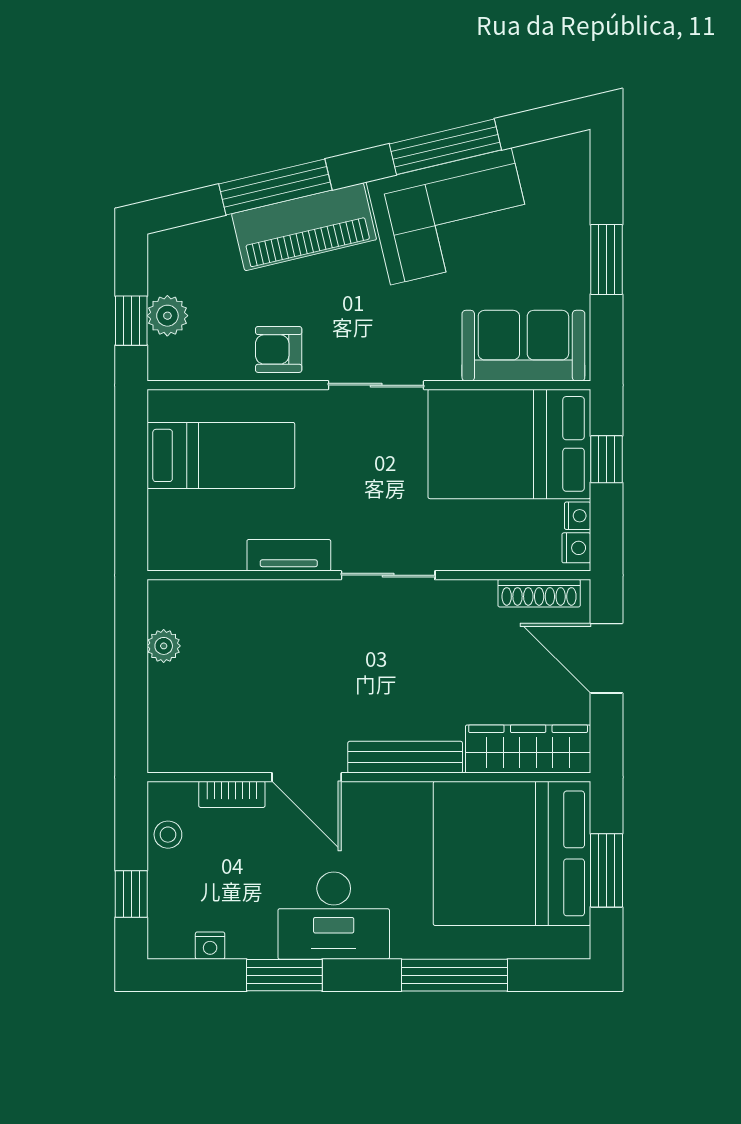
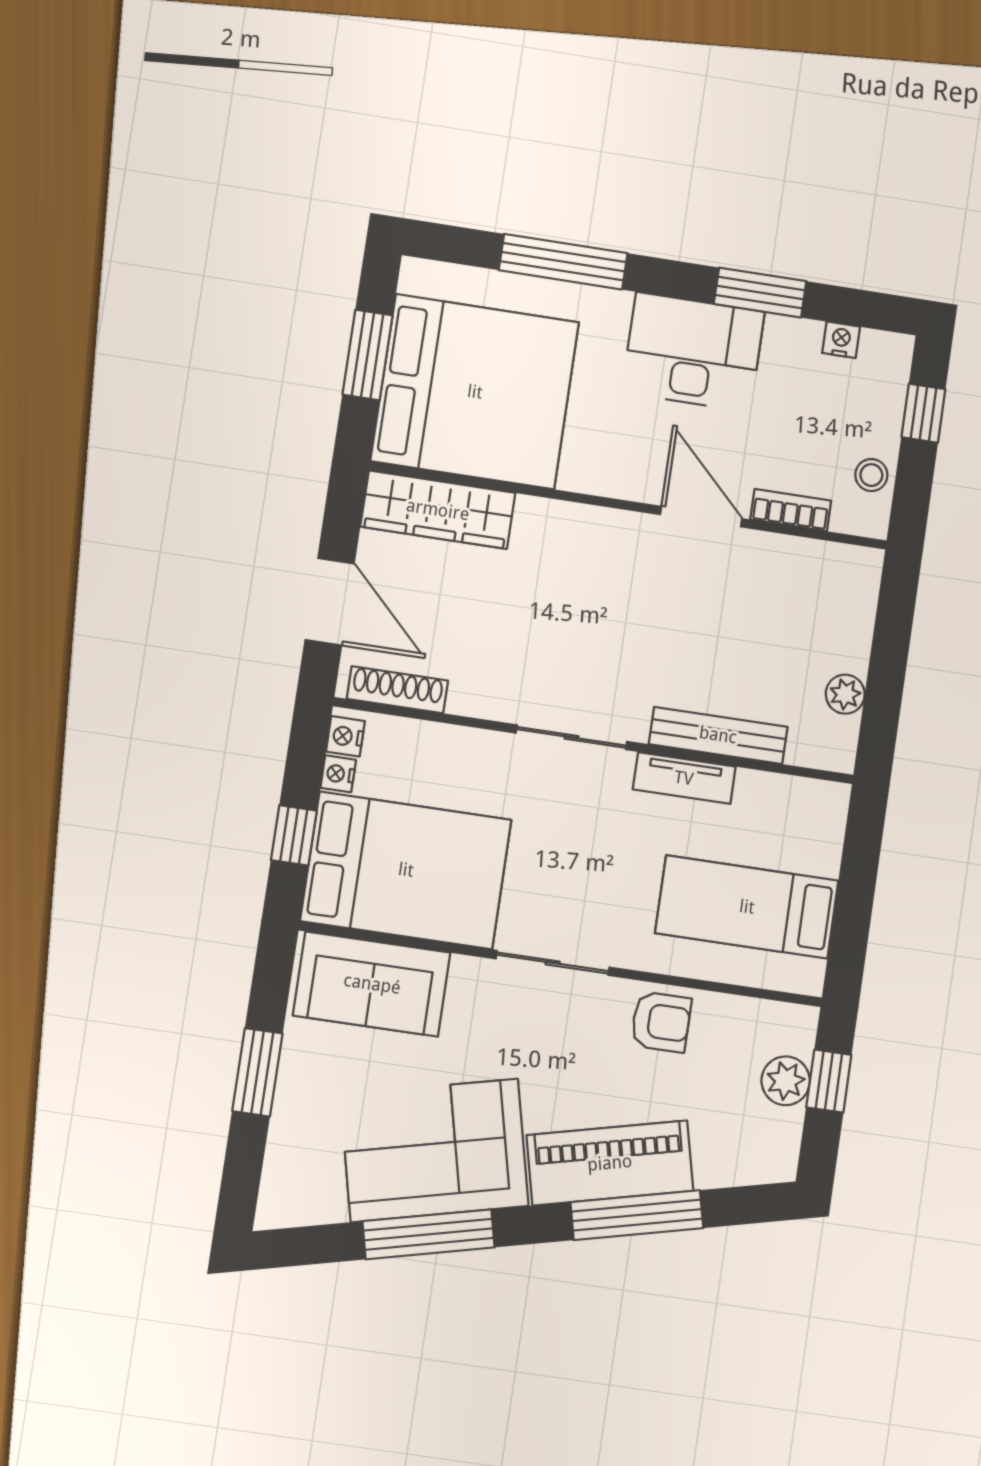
bench: (405, 757) -> (718, 735), moved

